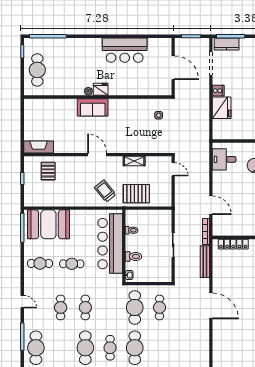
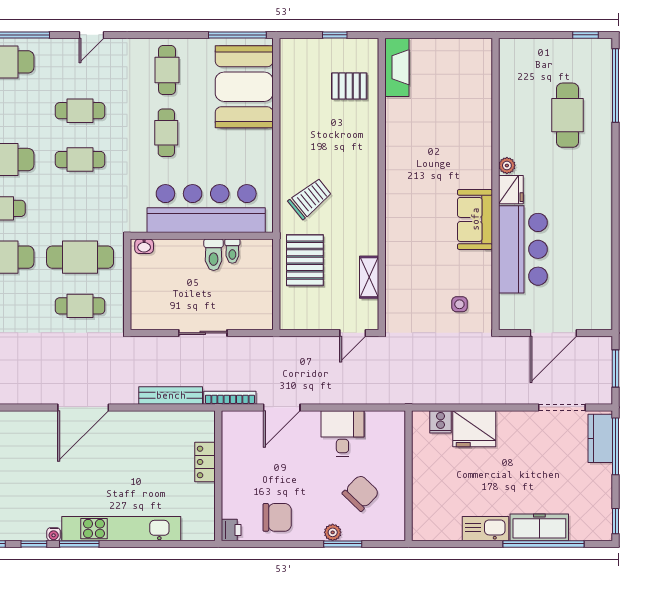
bar counter: (125, 50) -> (523, 249), moved, turned 180
cafe table: (37, 70) -> (567, 115), moved, turned 90
cooker: (218, 91) -> (441, 422), moved
sofa: (93, 107) -> (475, 219), moved
door: (97, 155) -> (382, 183), removed
desk: (224, 159) -> (342, 434), moved
shelving: (134, 161) -> (369, 277), moved
locker: (233, 244) -> (205, 462), width x0.66
toilet: (134, 256) -> (214, 255), moved

